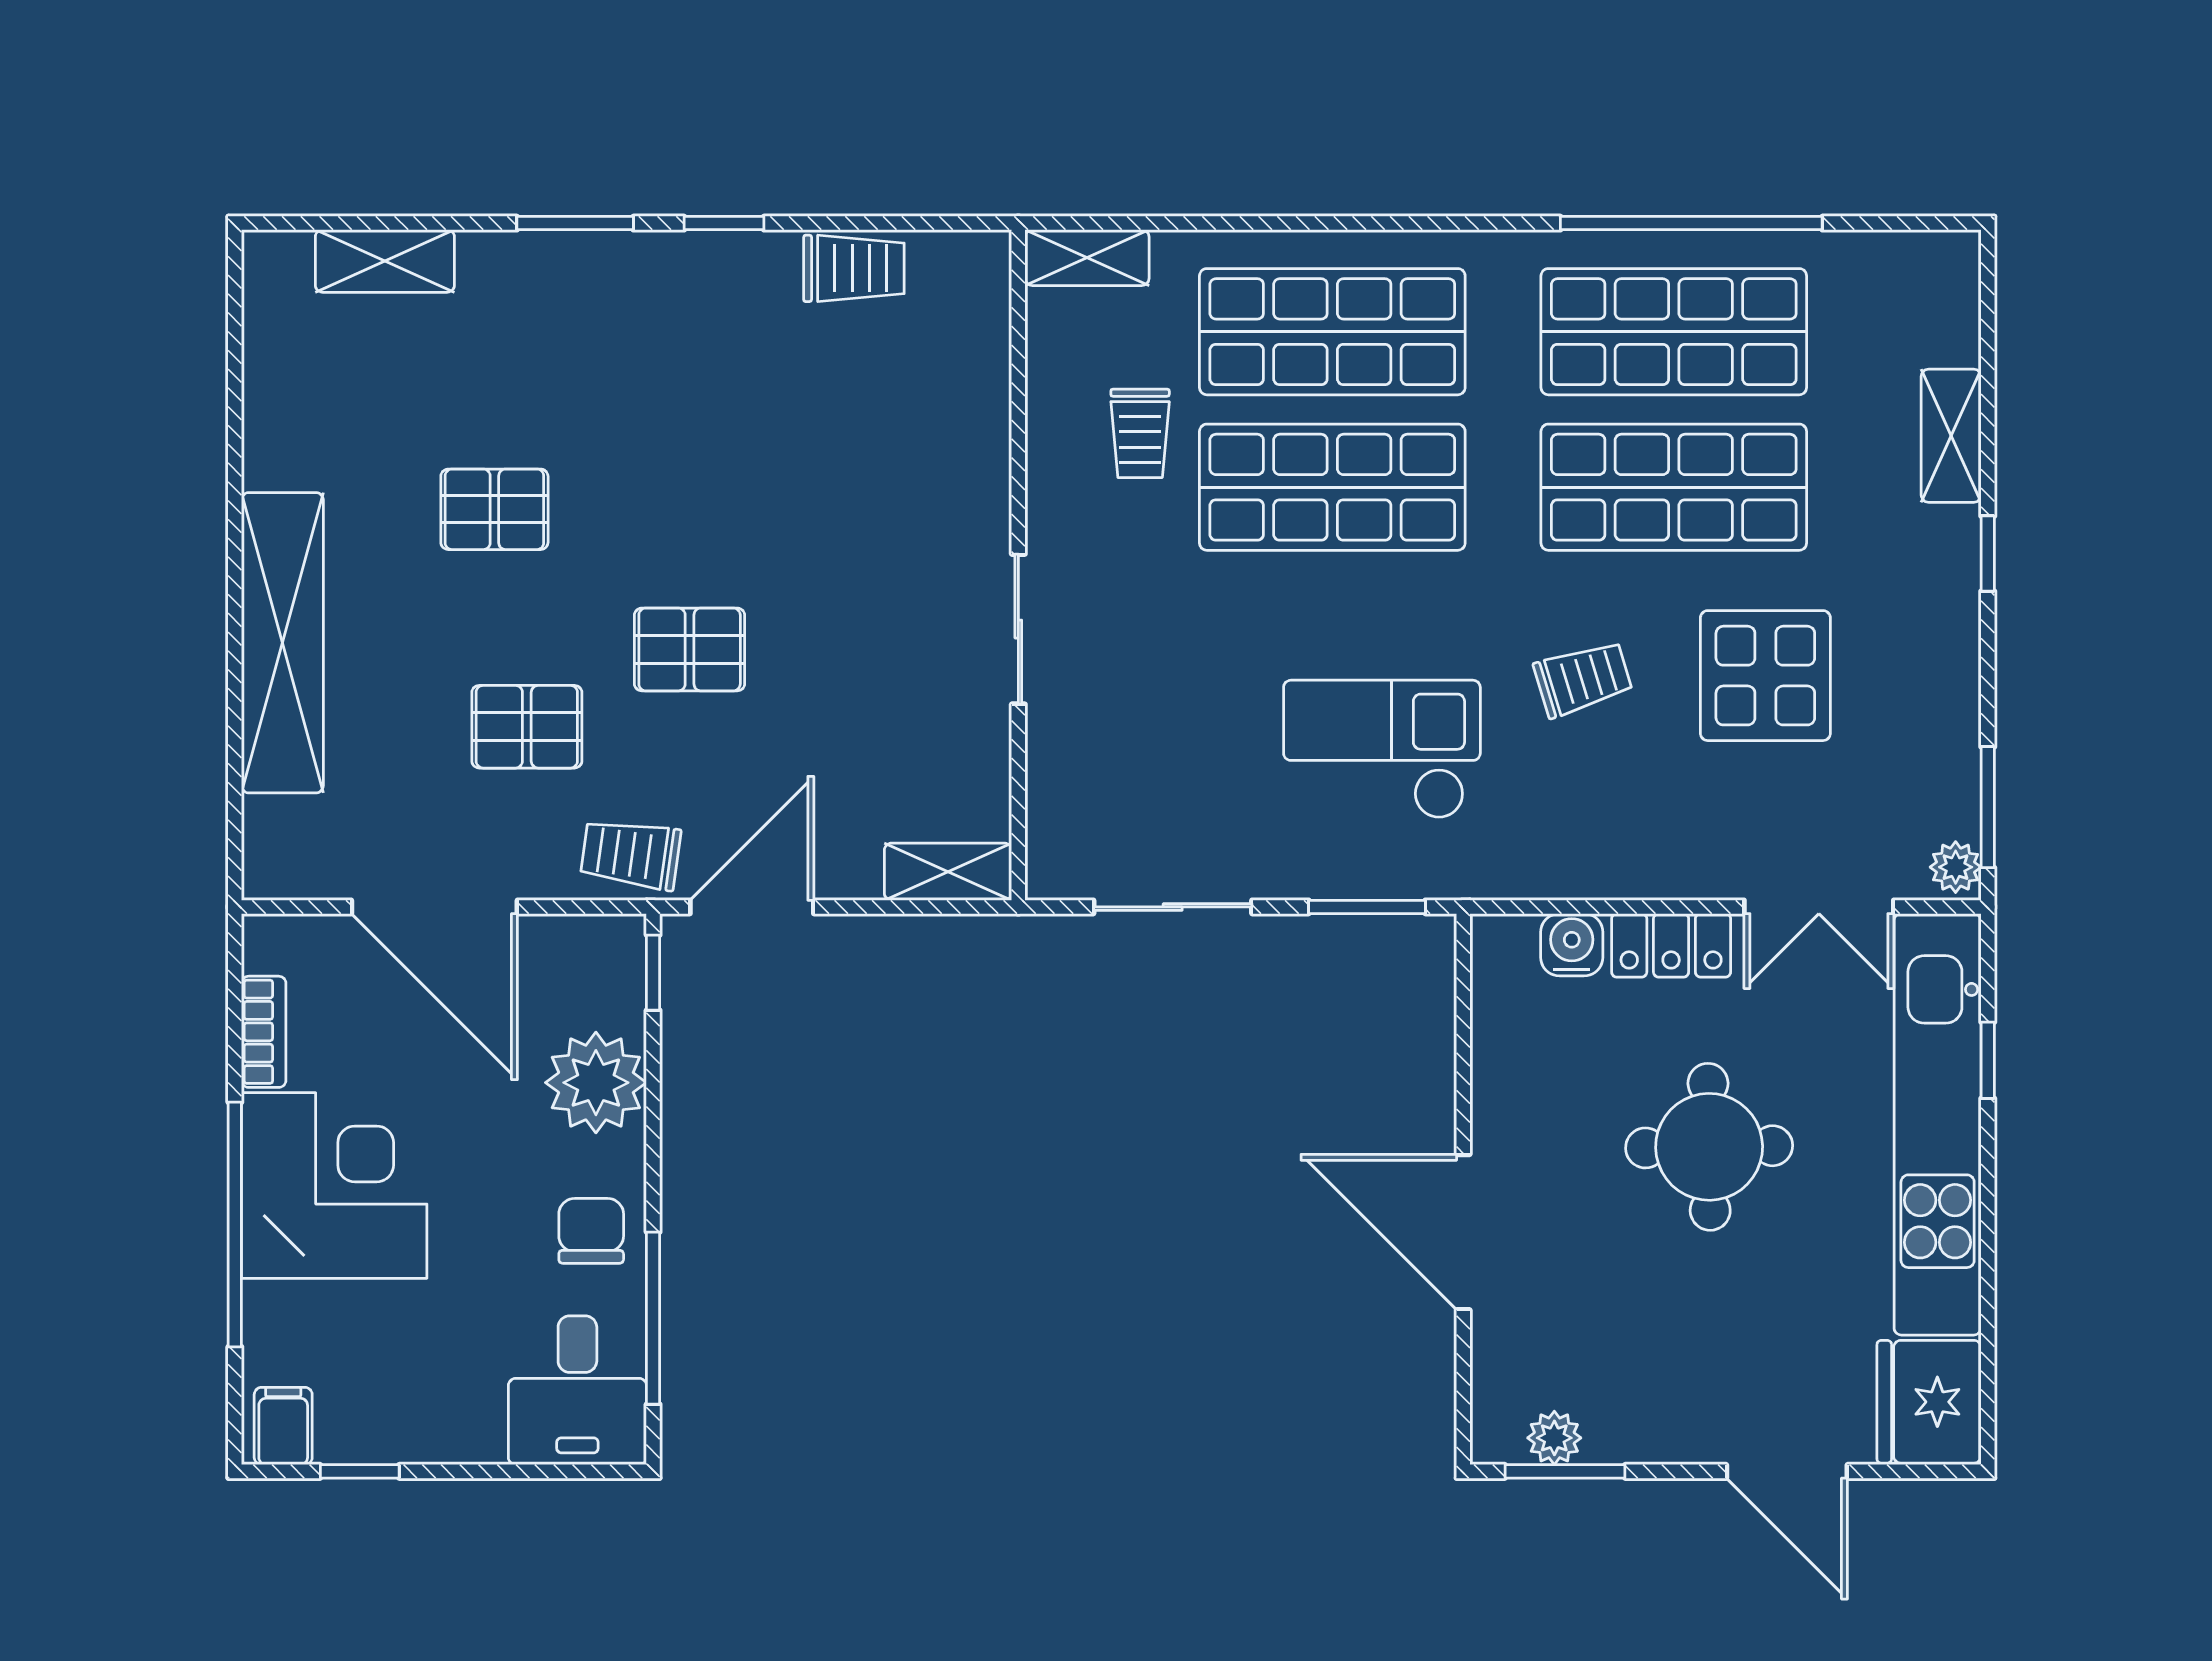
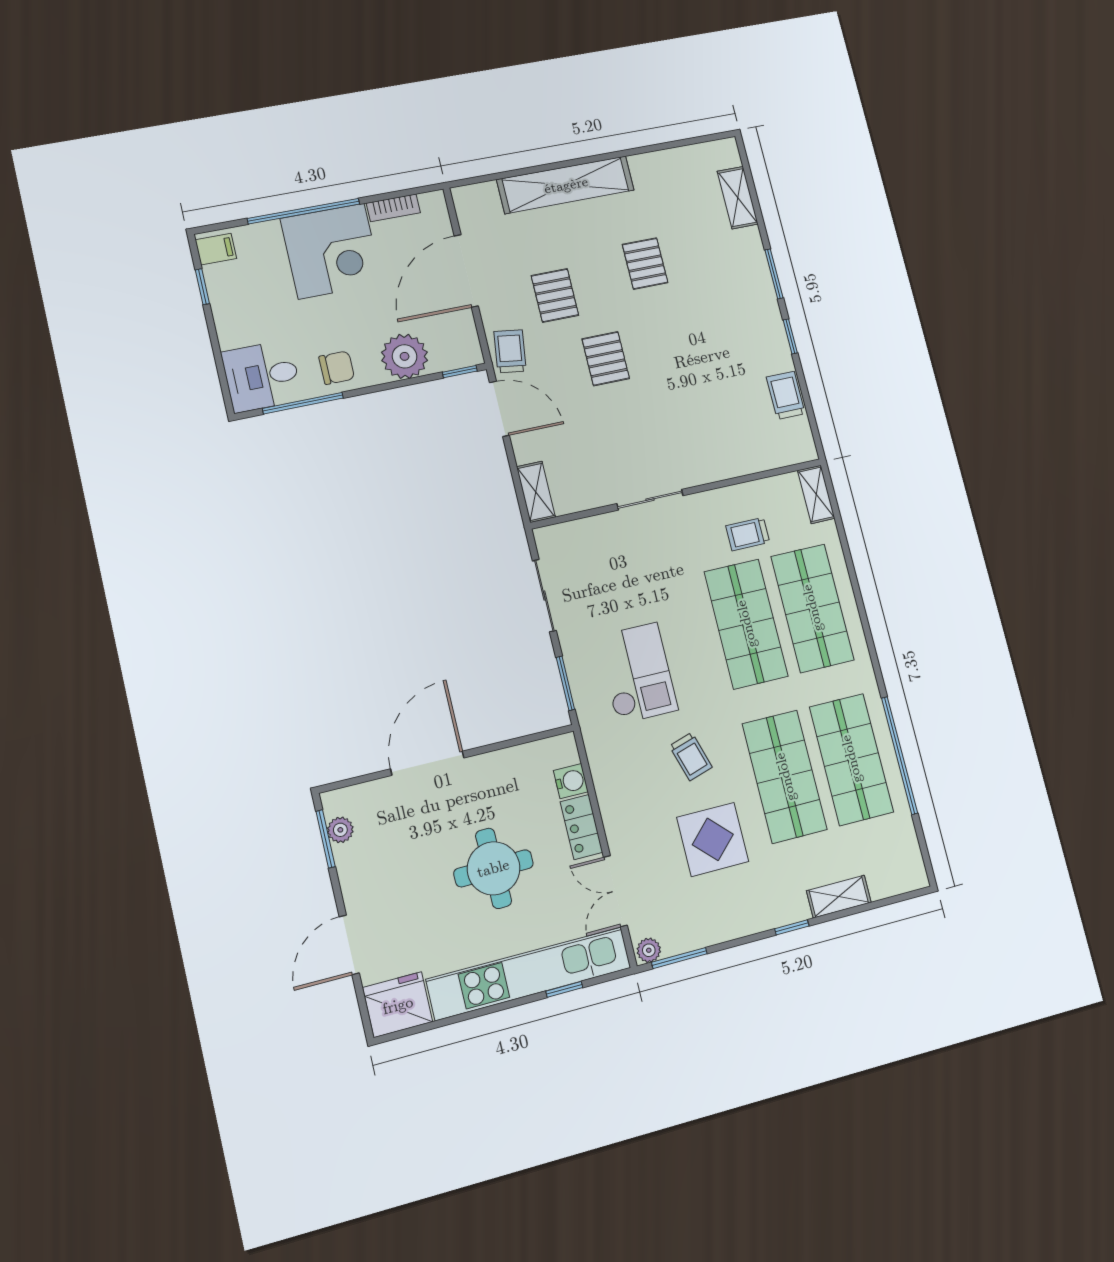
trolley: (854, 268) -> (786, 395), turned 180

